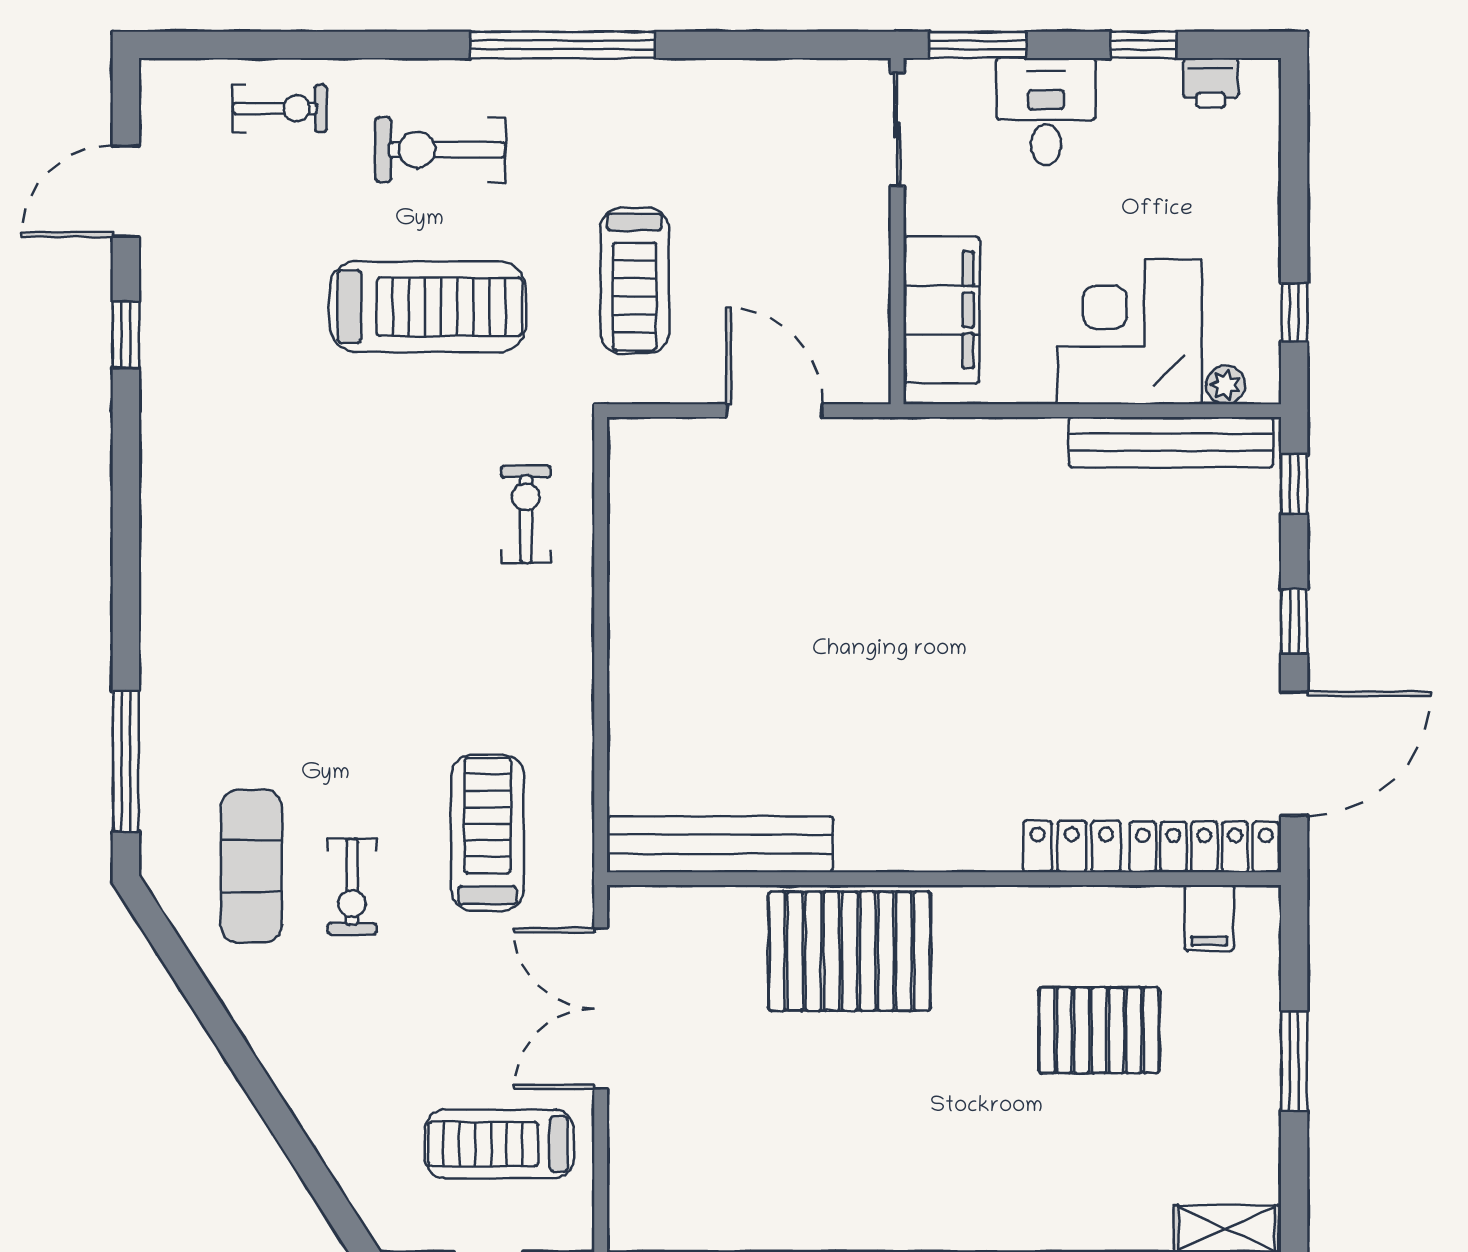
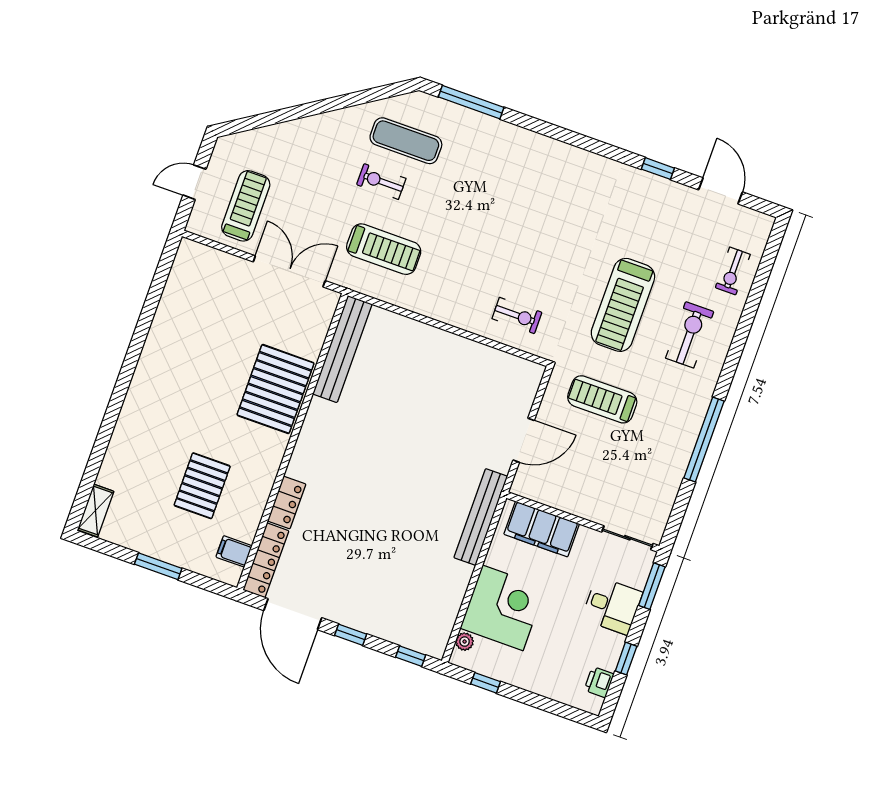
window: (563, 45) -> (704, 440), moved
bench: (1171, 442) -> (481, 517), moved

